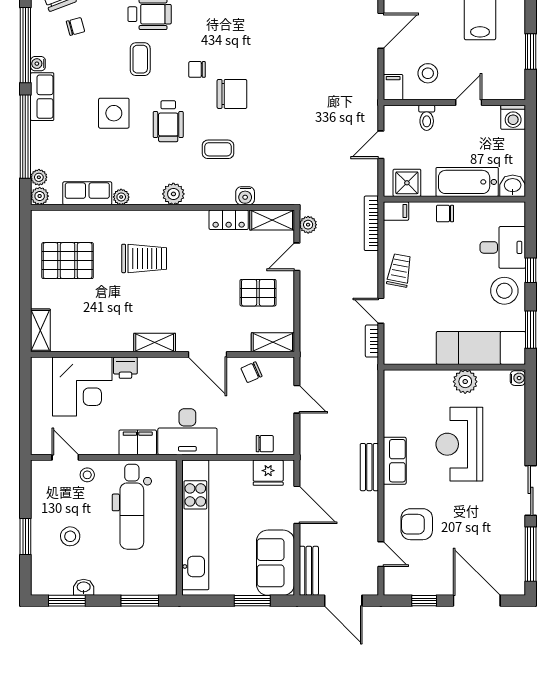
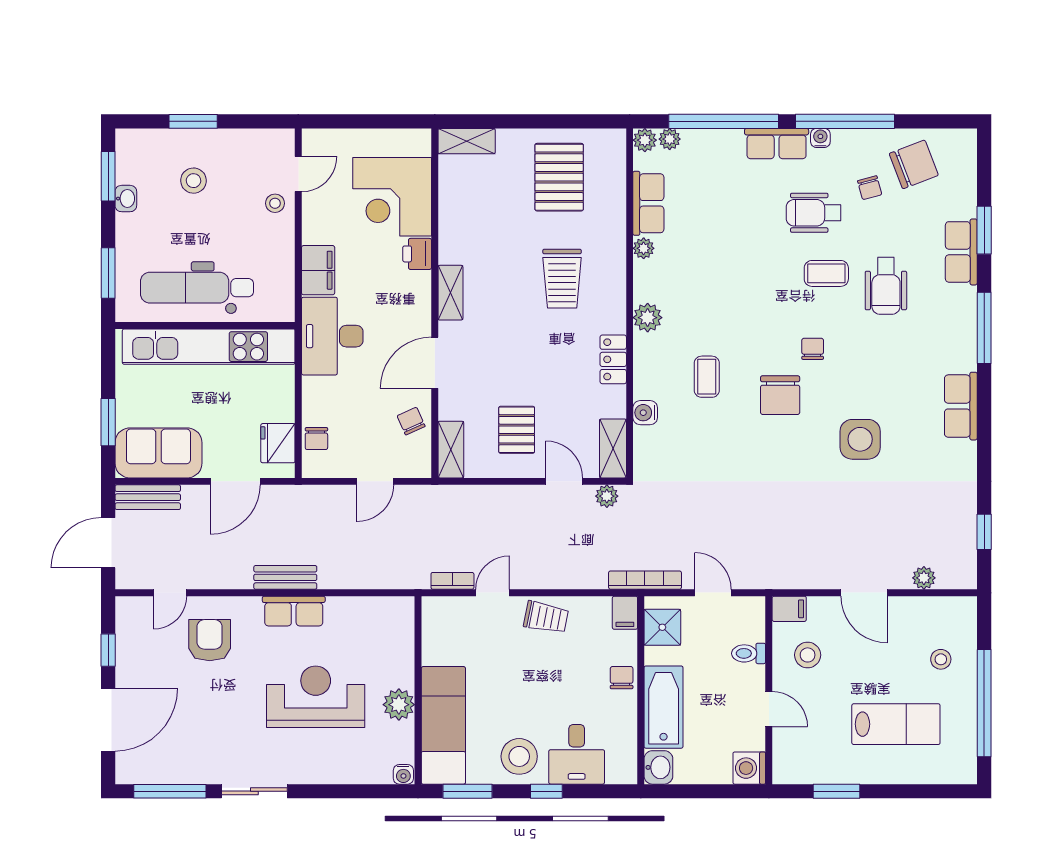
side table: (114, 113) -> (860, 439), moved
wheelchair: (168, 121) -> (814, 213), moved
locker: (229, 220) -> (613, 359), moved
bookcase: (371, 223) -> (645, 580), moved
dental chair: (132, 507) -> (197, 288), moved

